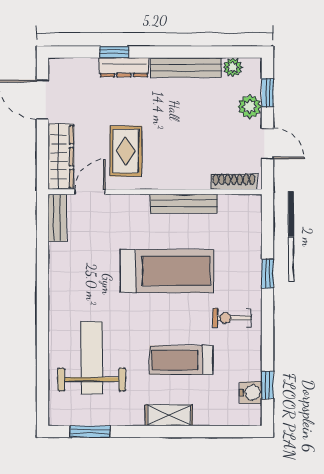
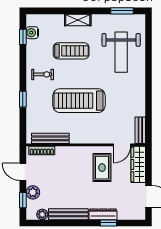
bench: (184, 203) -> (50, 138), moved

